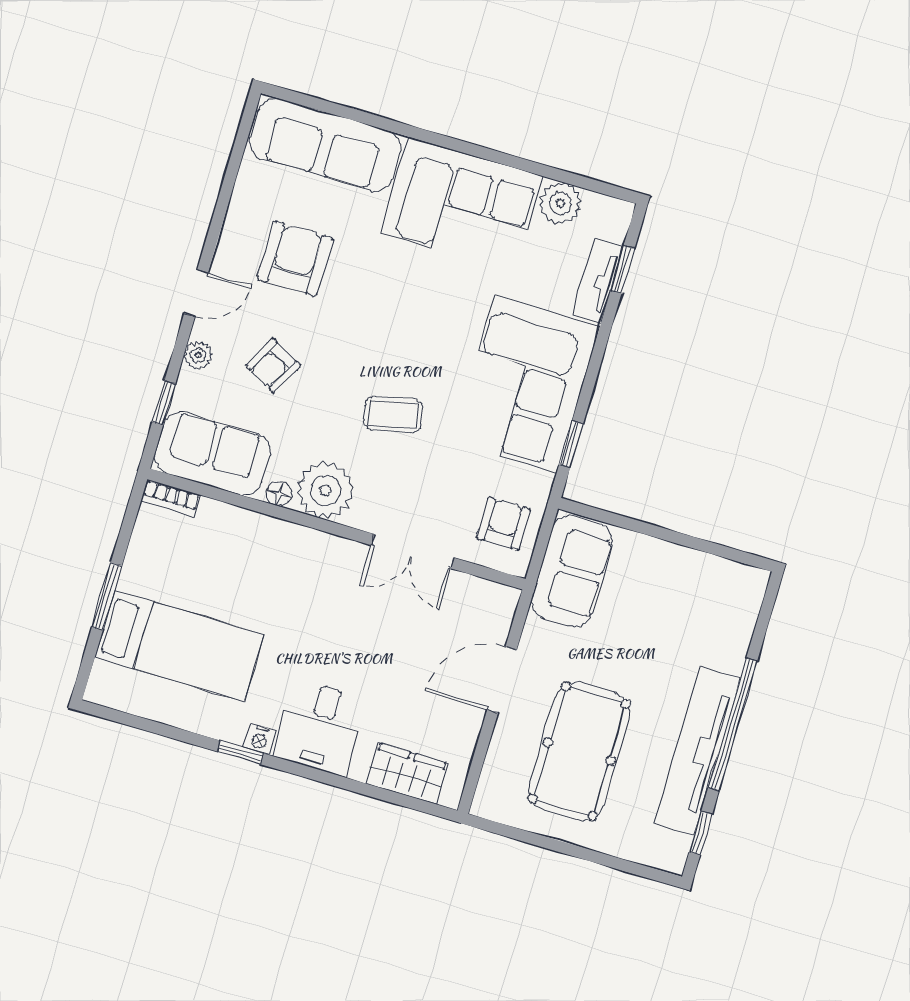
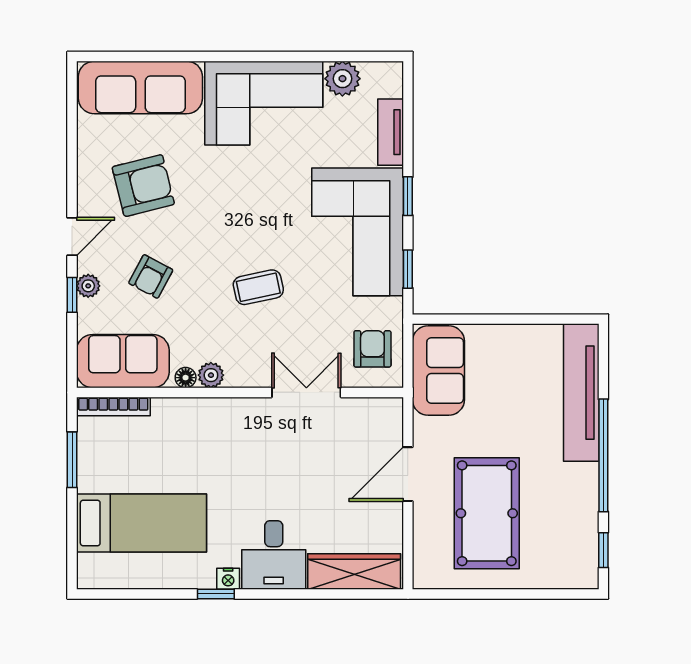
armchair: (295, 259) -> (143, 186), turned 76
window: (622, 270) -> (408, 196), moved
window: (164, 403) -> (72, 295), moved
plant: (325, 490) -> (211, 375), width x0.53, depth x0.53
bookcase: (171, 498) -> (113, 406), width x1.56
double door: (413, 551) -> (306, 392), swing flipped
window: (107, 596) -> (72, 460), moved
tv unit: (697, 751) -> (581, 393), moved
wardrobe: (407, 774) -> (354, 572), width x1.50

